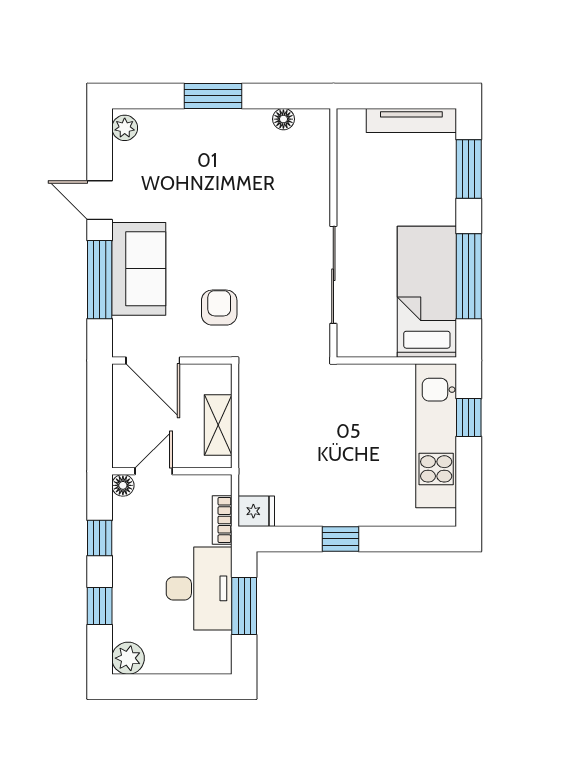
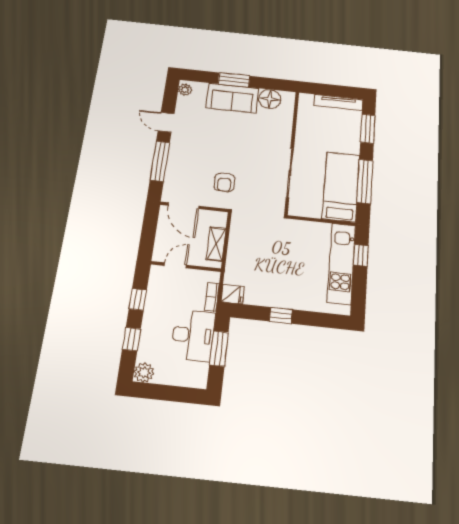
floor lamp: (283, 119) -> (270, 99), width x1.89, depth x1.89
sofa: (139, 269) -> (232, 98), moved, turned 90
armchair: (219, 308) -> (224, 182), turned 180
floor lamp: (123, 485) -> (156, 271), removed

